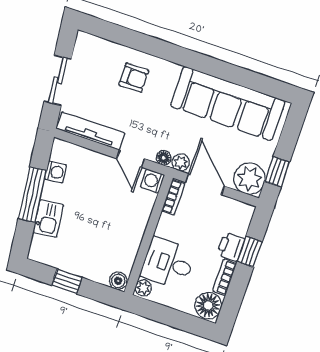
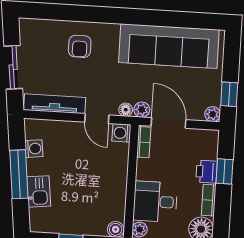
armchair: (134, 78) -> (80, 46), turned 90
plant: (249, 179) -> (213, 114), width x0.53, depth x0.53

